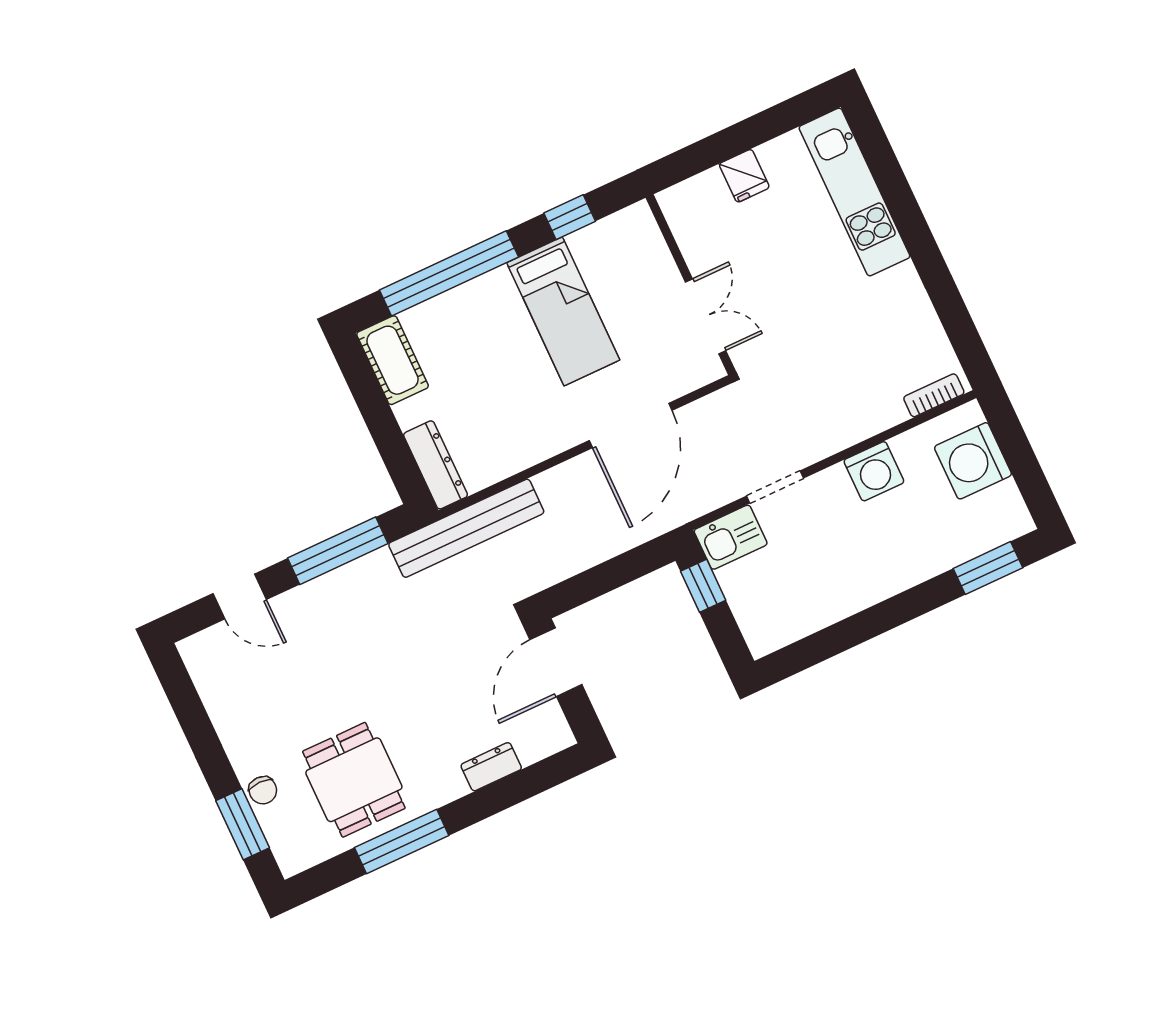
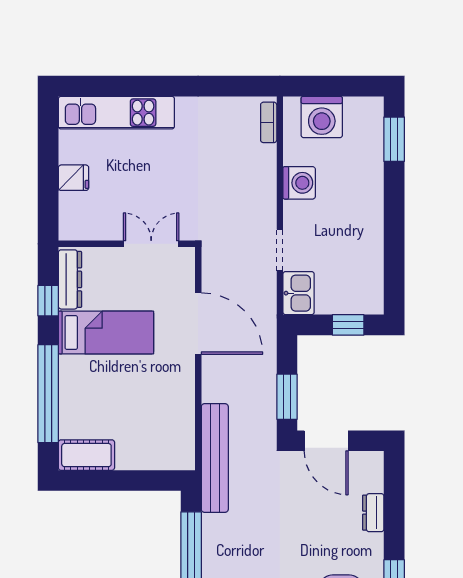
dresser: (436, 465) -> (70, 279), moved, turned 90
window: (589, 585) -> (287, 397), added
window: (703, 586) -> (348, 325), moved

